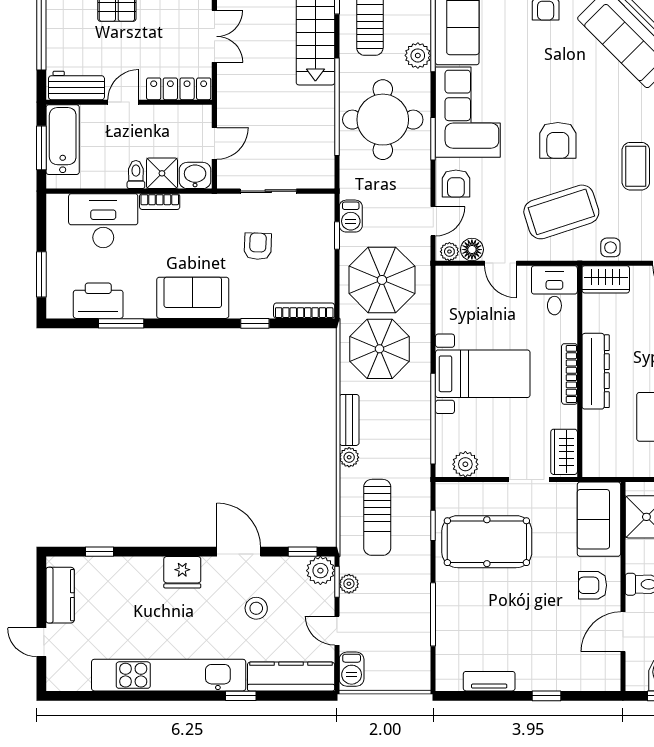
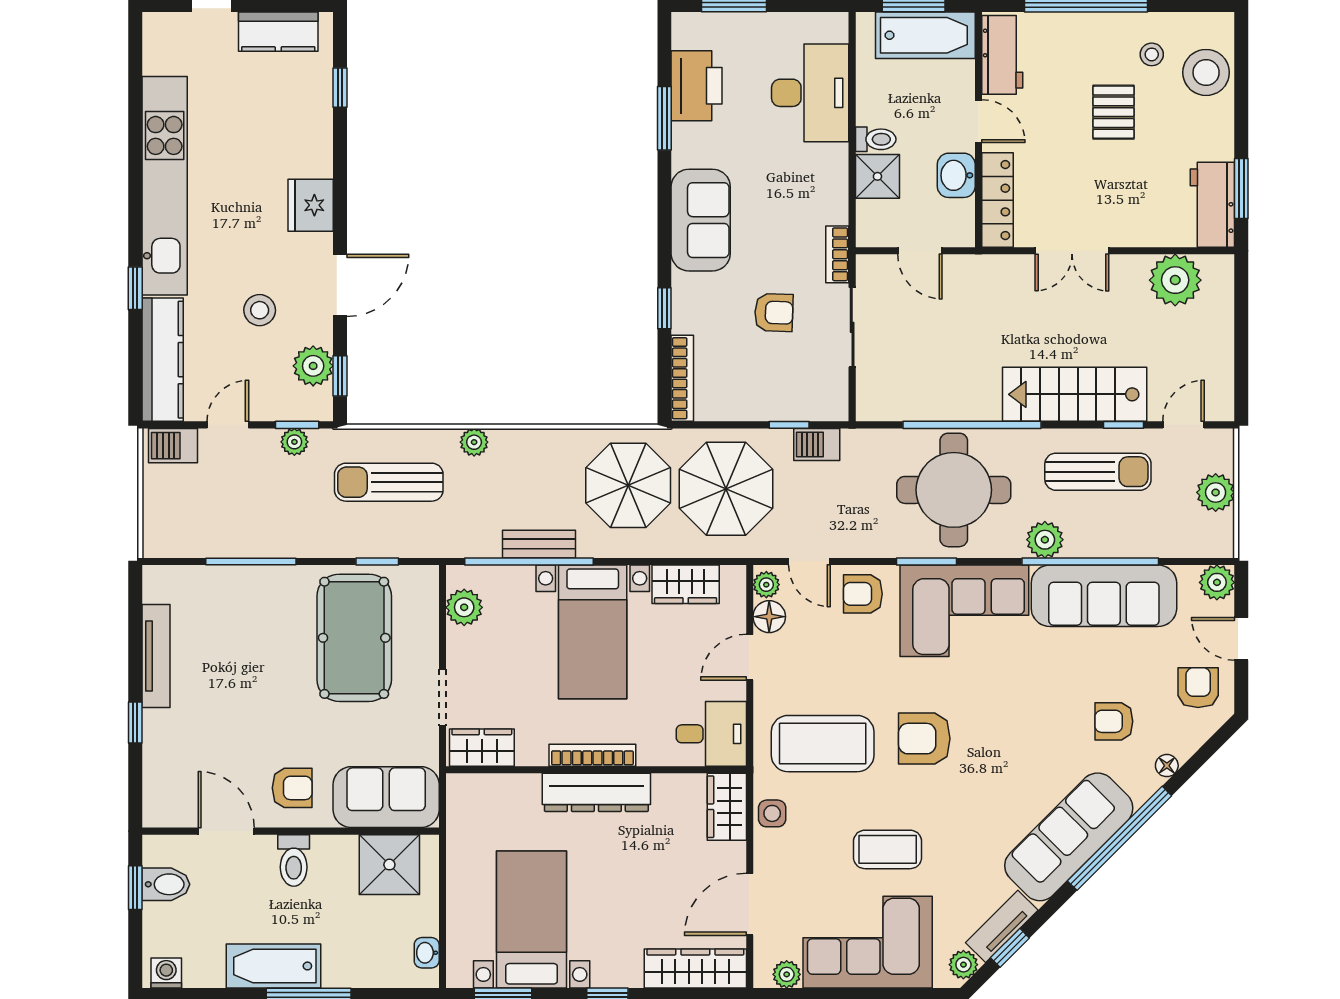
washbasin: (195, 175) -> (956, 175), moved, turned 180
bookcase: (160, 202) -> (837, 254), moved
coffee table: (561, 212) -> (823, 744), turned -72
wardrobe: (449, 308) -> (686, 584), added
bench: (349, 420) -> (539, 544), moved
plant: (320, 571) -> (313, 366), moved
armchair: (593, 585) -> (292, 788), turned 90
tv unit: (489, 681) -> (156, 656), width x1.41

